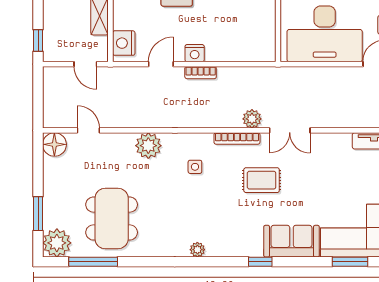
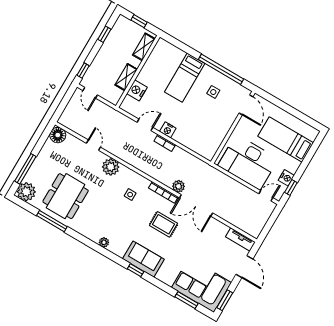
nightstand: (124, 43) -> (137, 90), moved
door: (85, 64) -> (90, 93), moved
door: (88, 130) -> (93, 145), moved
double door: (290, 130) -> (196, 205), width x1.37
window: (38, 214) -> (25, 169), width x1.44
sofa: (292, 241) -> (143, 259), moved
window: (93, 262) -> (52, 221), moved

